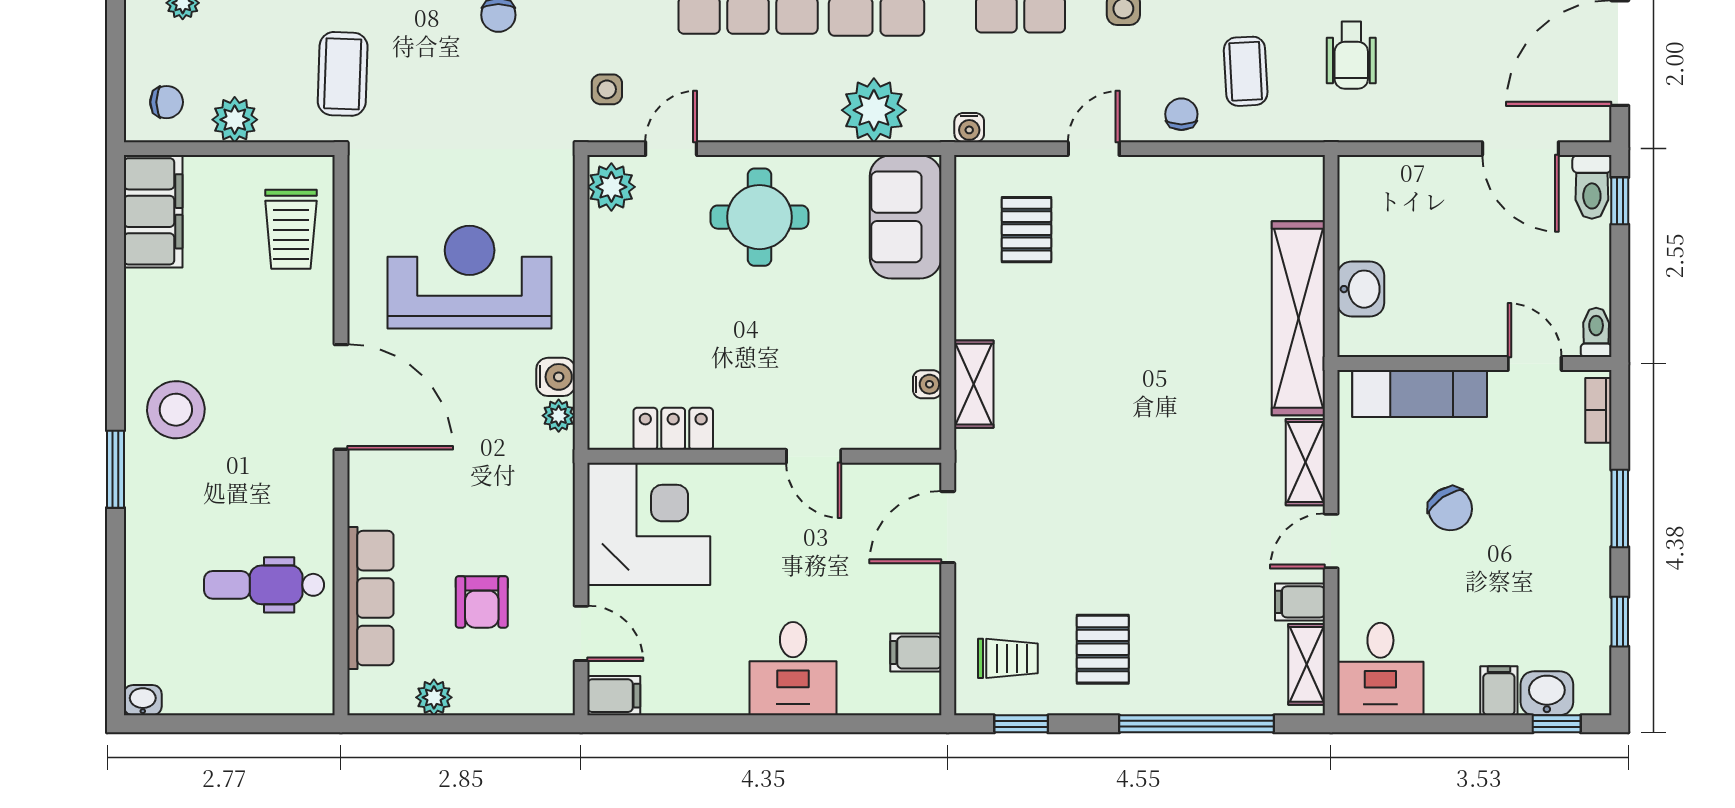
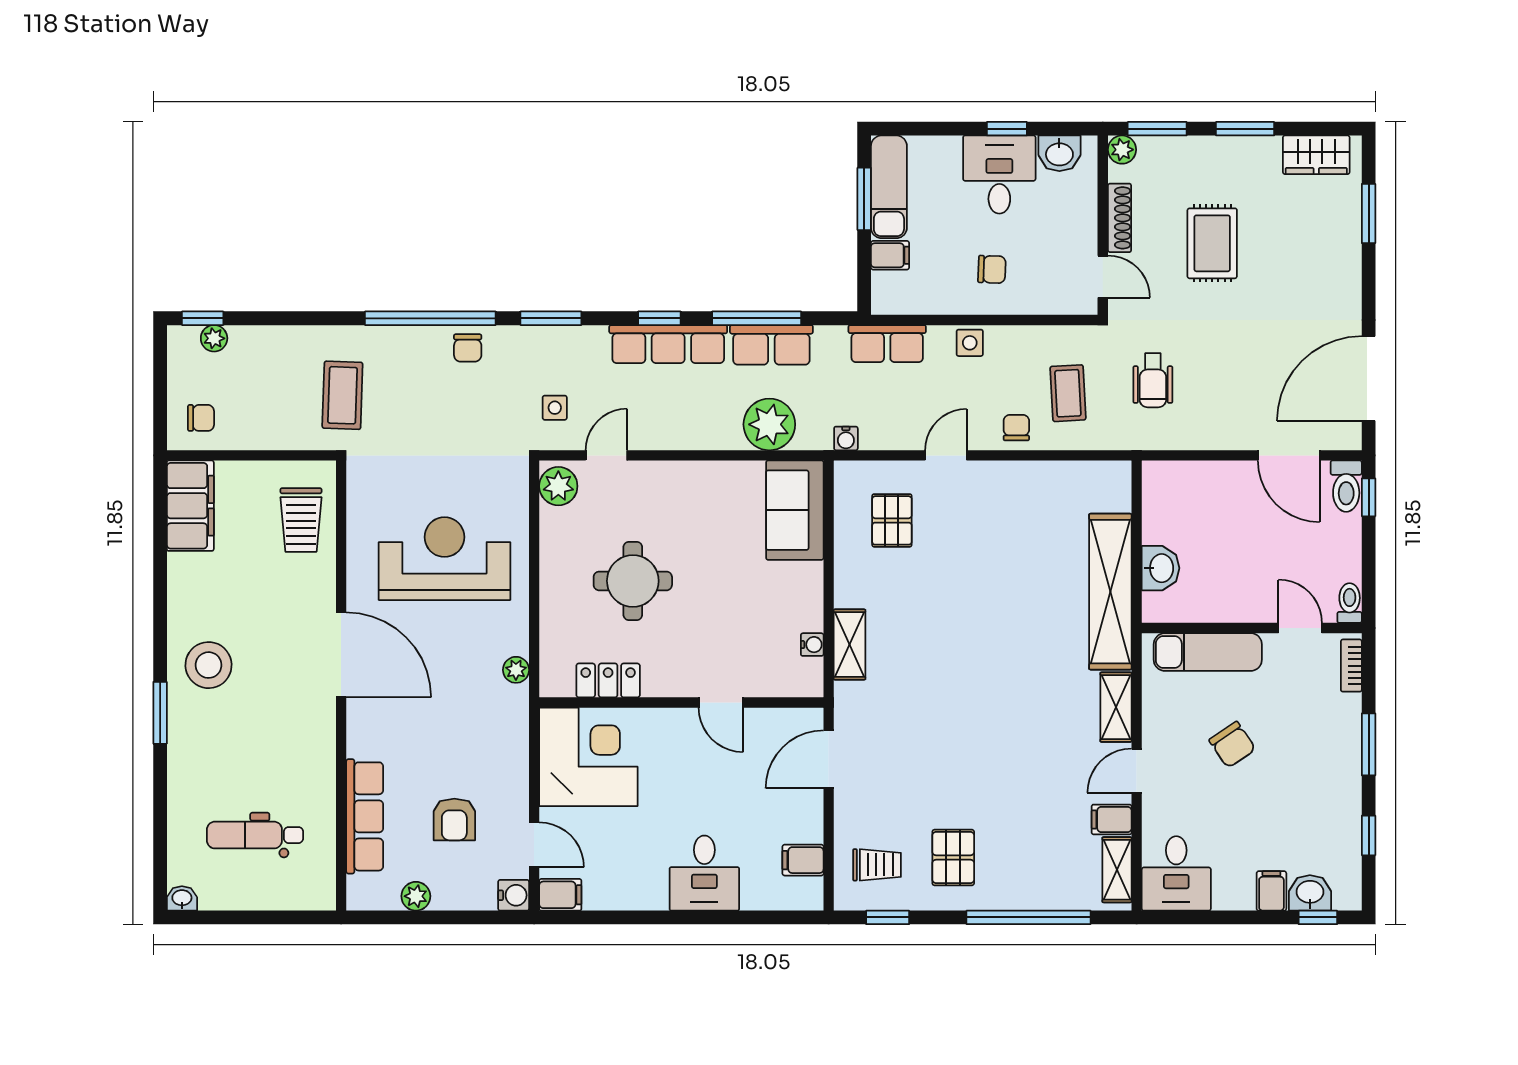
plant: (235, 120) -> (256, 432), removed
round table: (760, 217) -> (633, 581), moved
water cooler: (556, 377) -> (514, 895), moved
dental chair: (264, 585) -> (255, 835), moved

